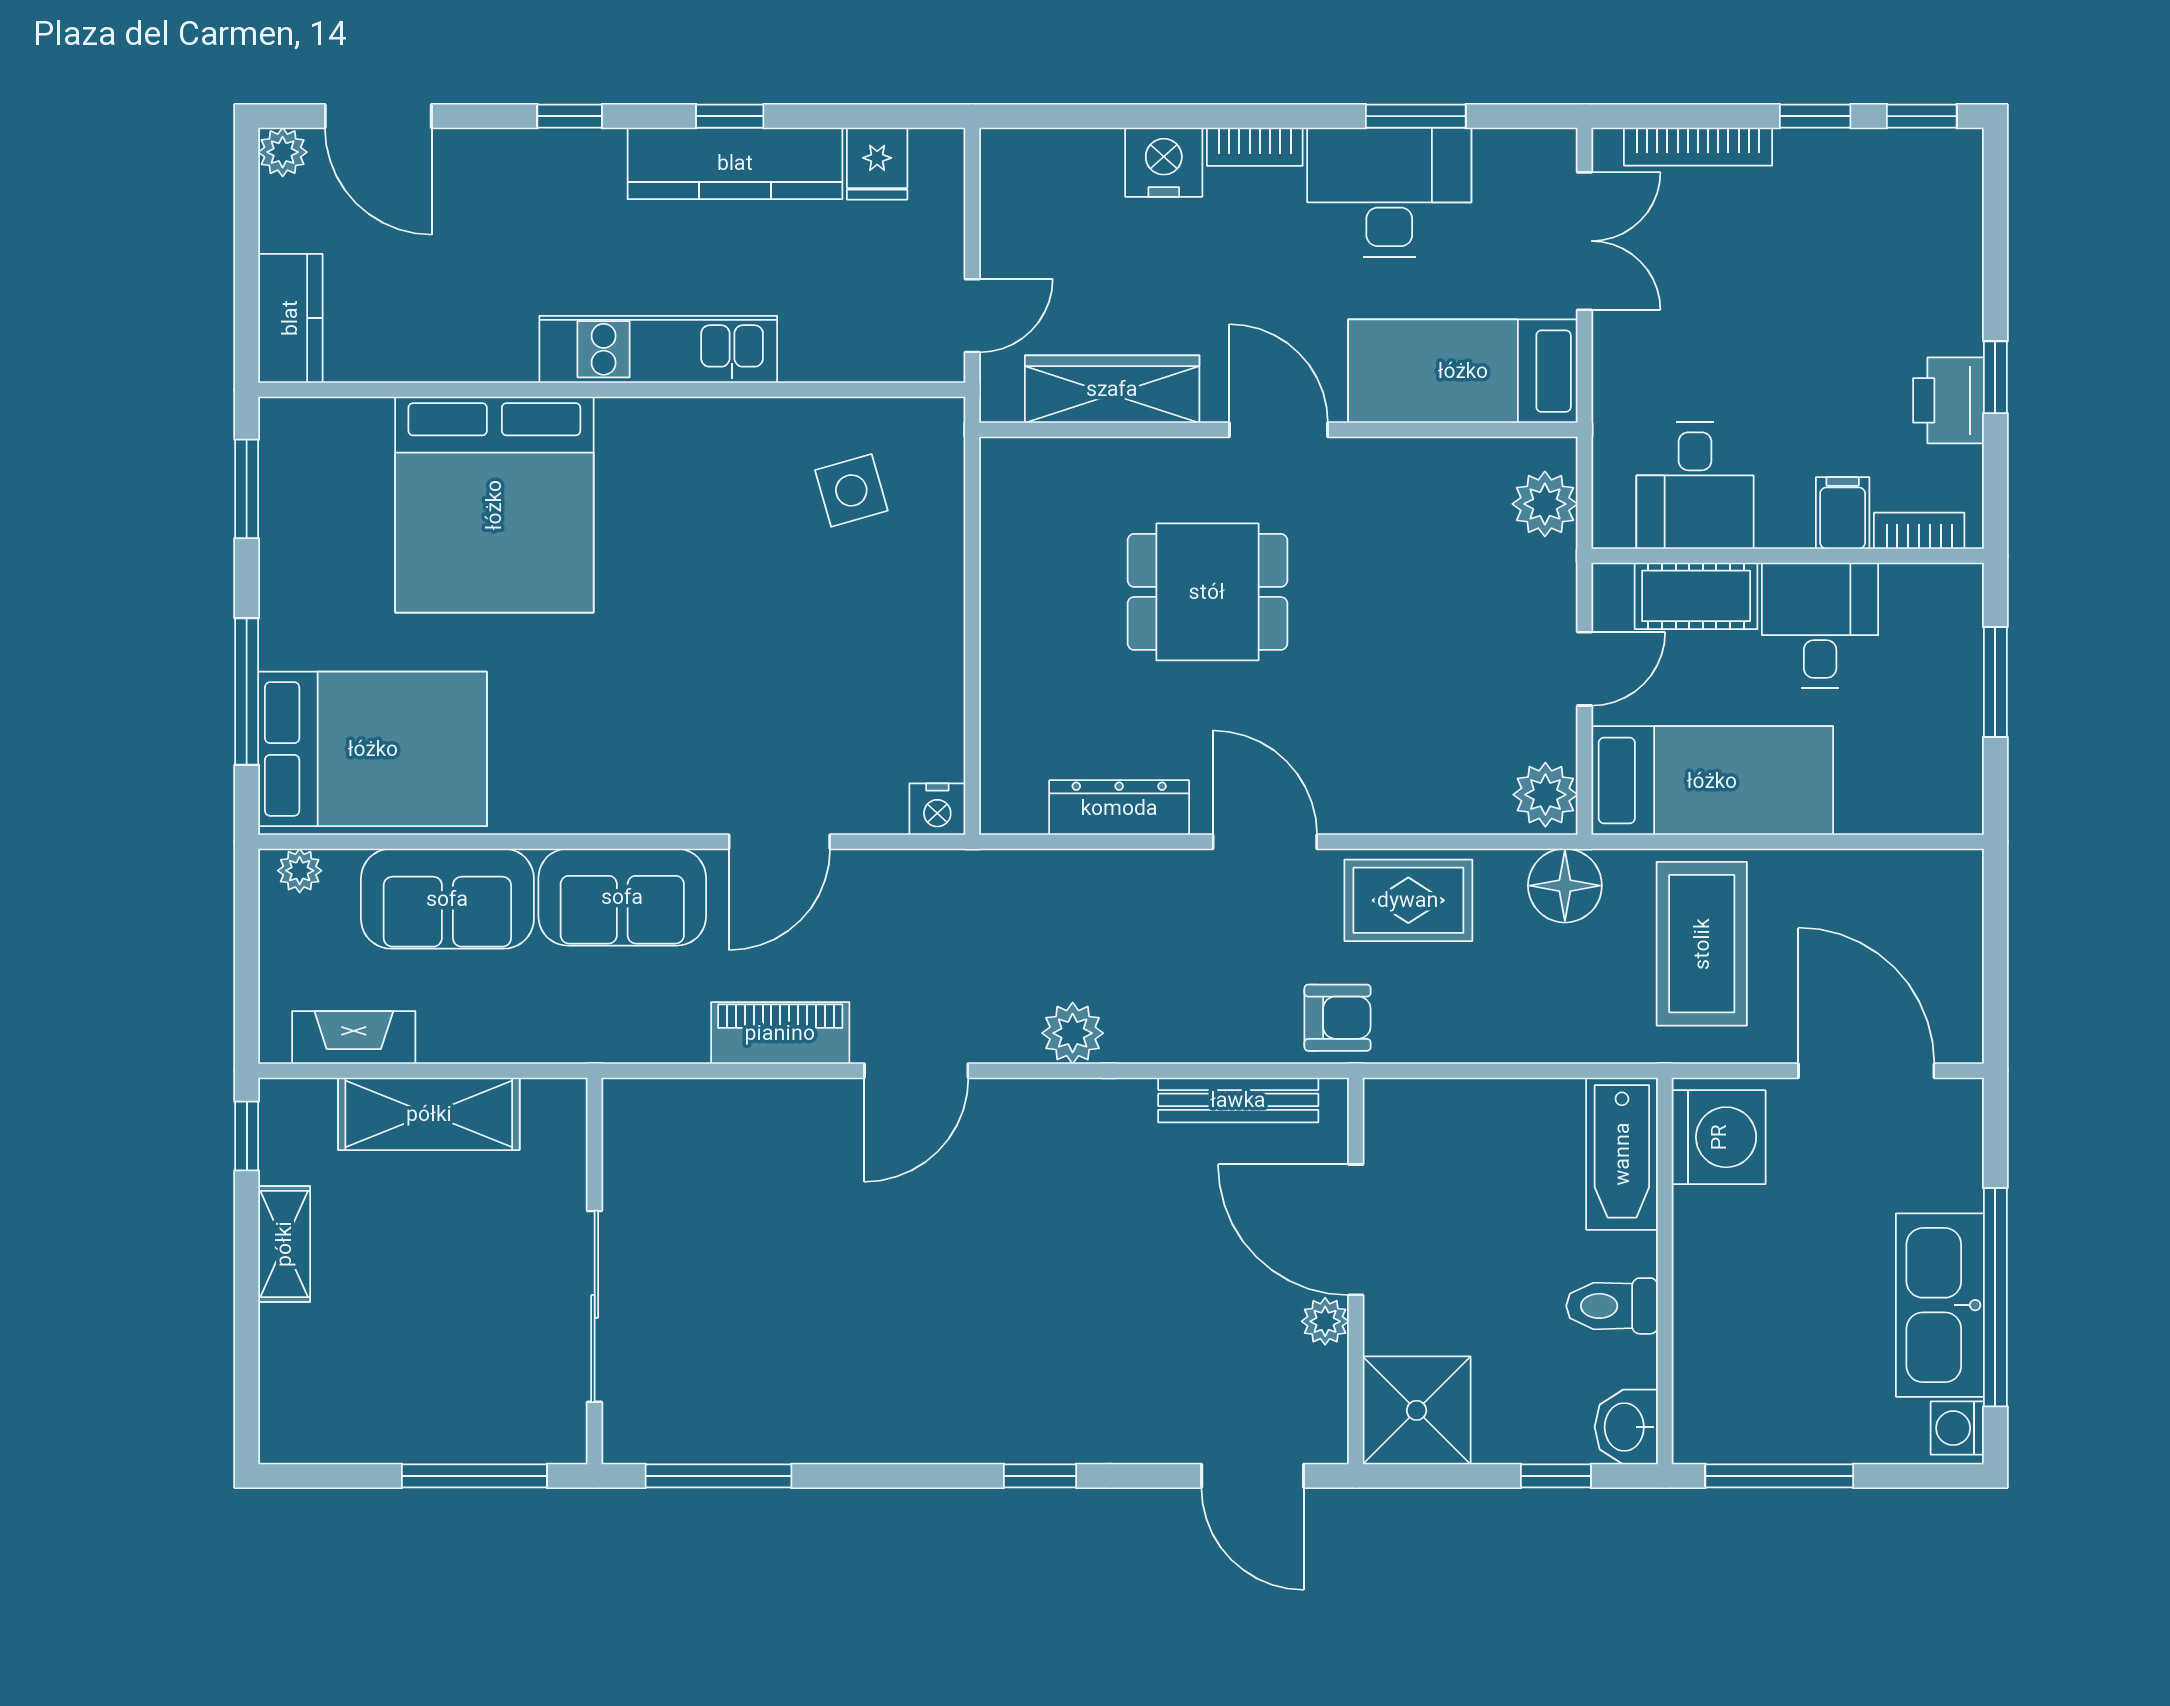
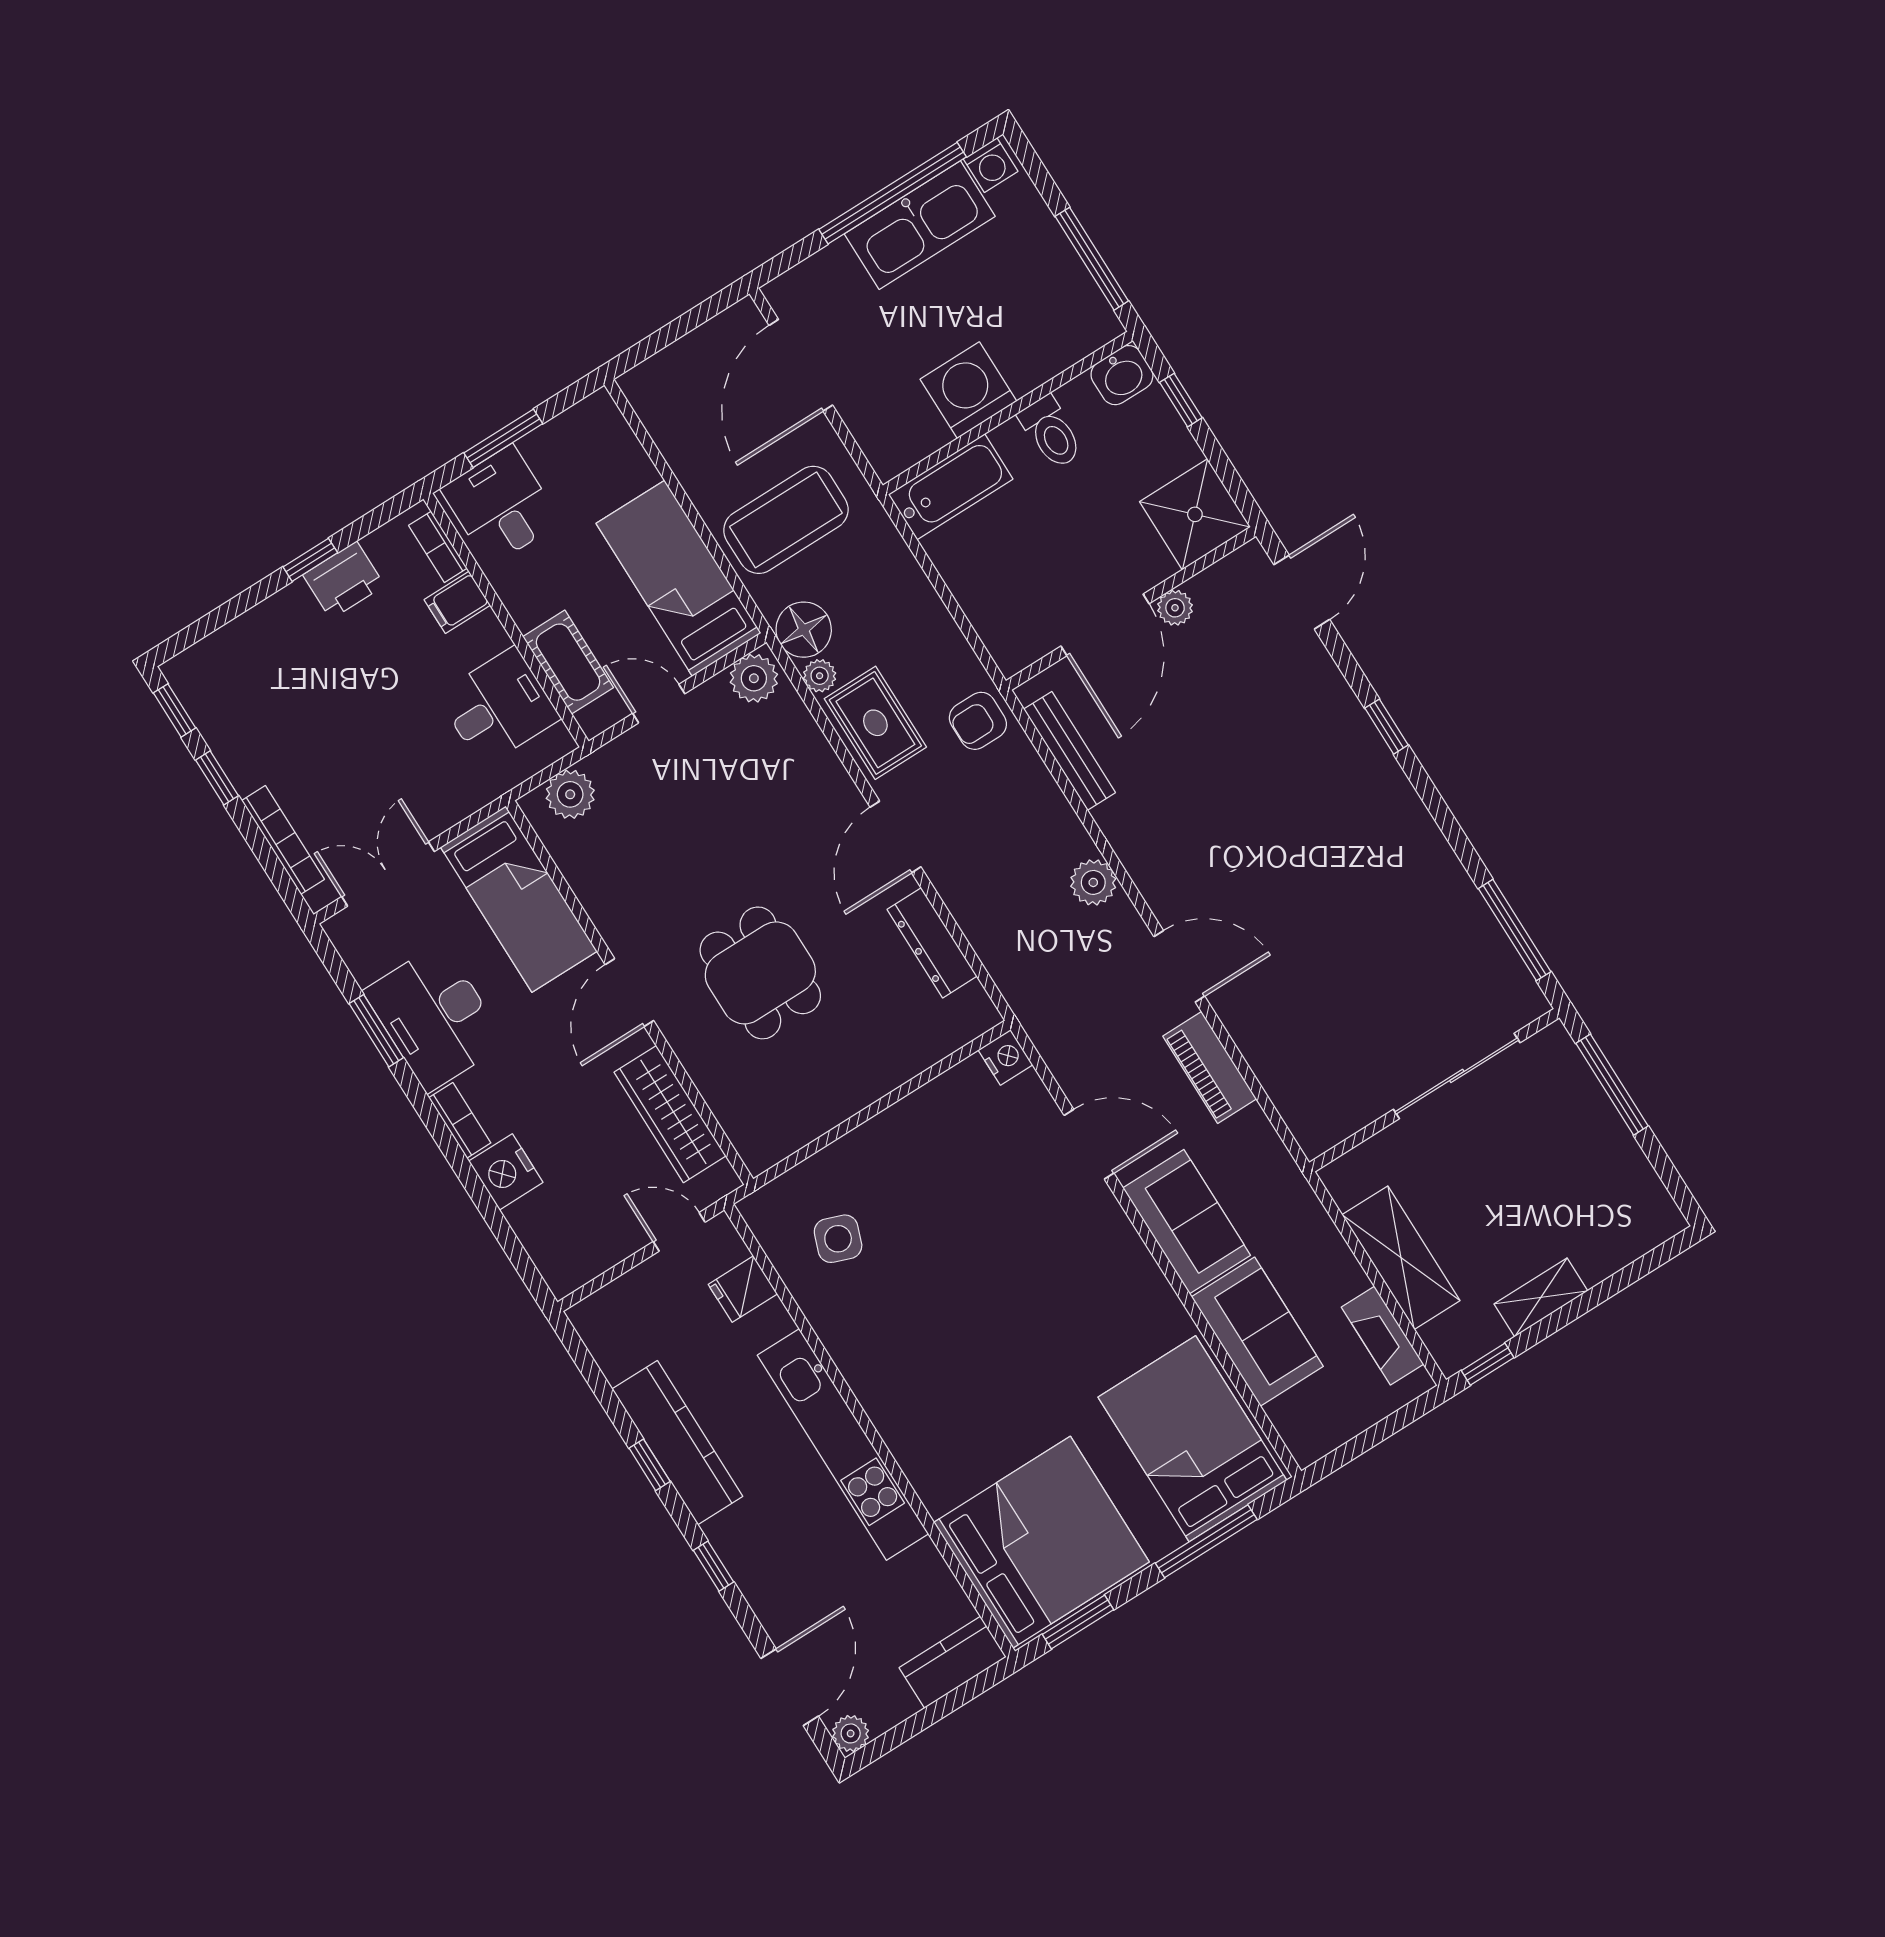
fridge: (877, 164) -> (743, 1289), moved, turned 180
kitchen unit: (658, 349) -> (843, 1444), width x1.36
side table: (851, 490) -> (838, 1239), turned 36
bed: (494, 505) -> (1042, 1542), moved
desk: (1820, 625) -> (501, 505), moved, turned 90
plant: (300, 871) -> (820, 676), moved
armchair: (1338, 1018) -> (978, 721), turned -90
washing machine: (1719, 1137) -> (968, 390), moved

